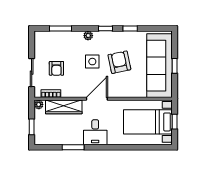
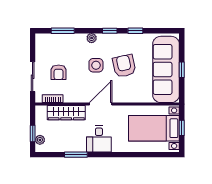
plant: (39, 104) -> (40, 140), moved

